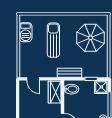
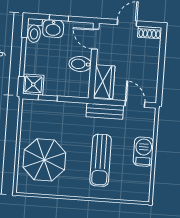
barbecue: (25, 32) -> (143, 152), moved
bench: (69, 73) -> (105, 111), moved
bidet: (71, 89) -> (80, 64), moved

